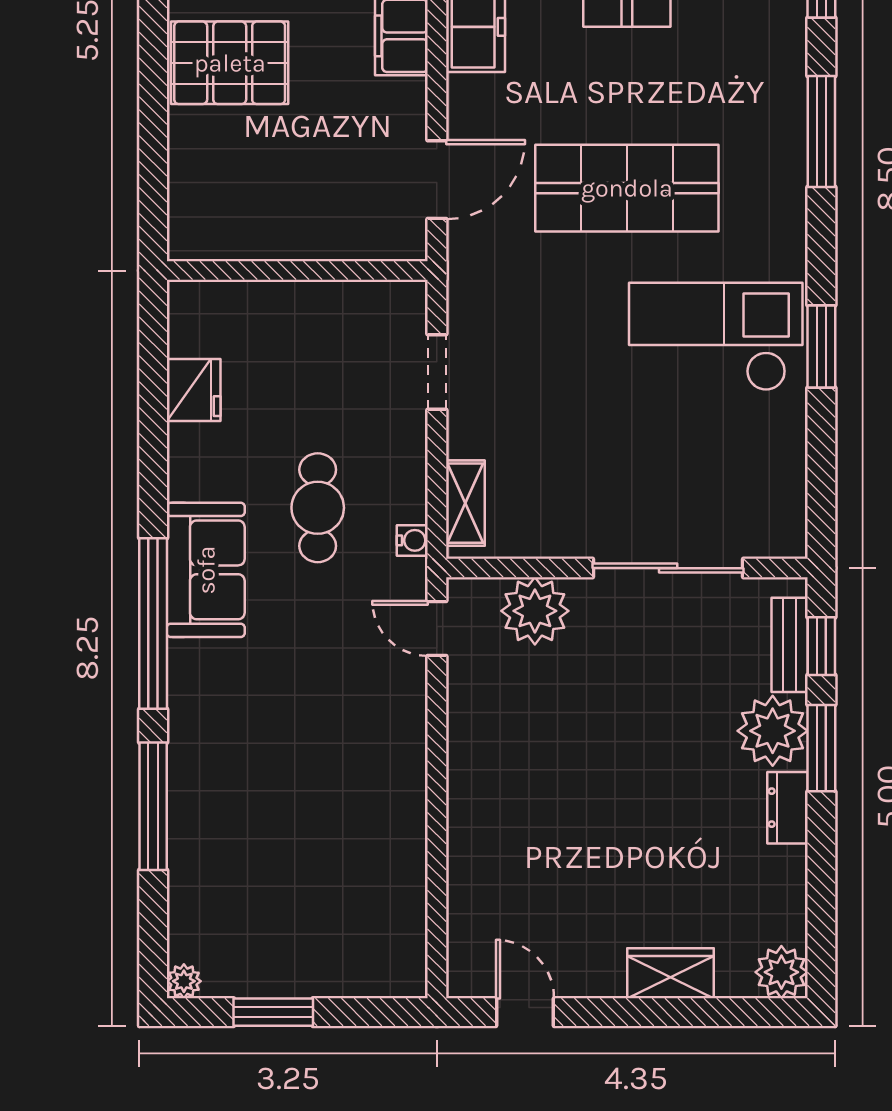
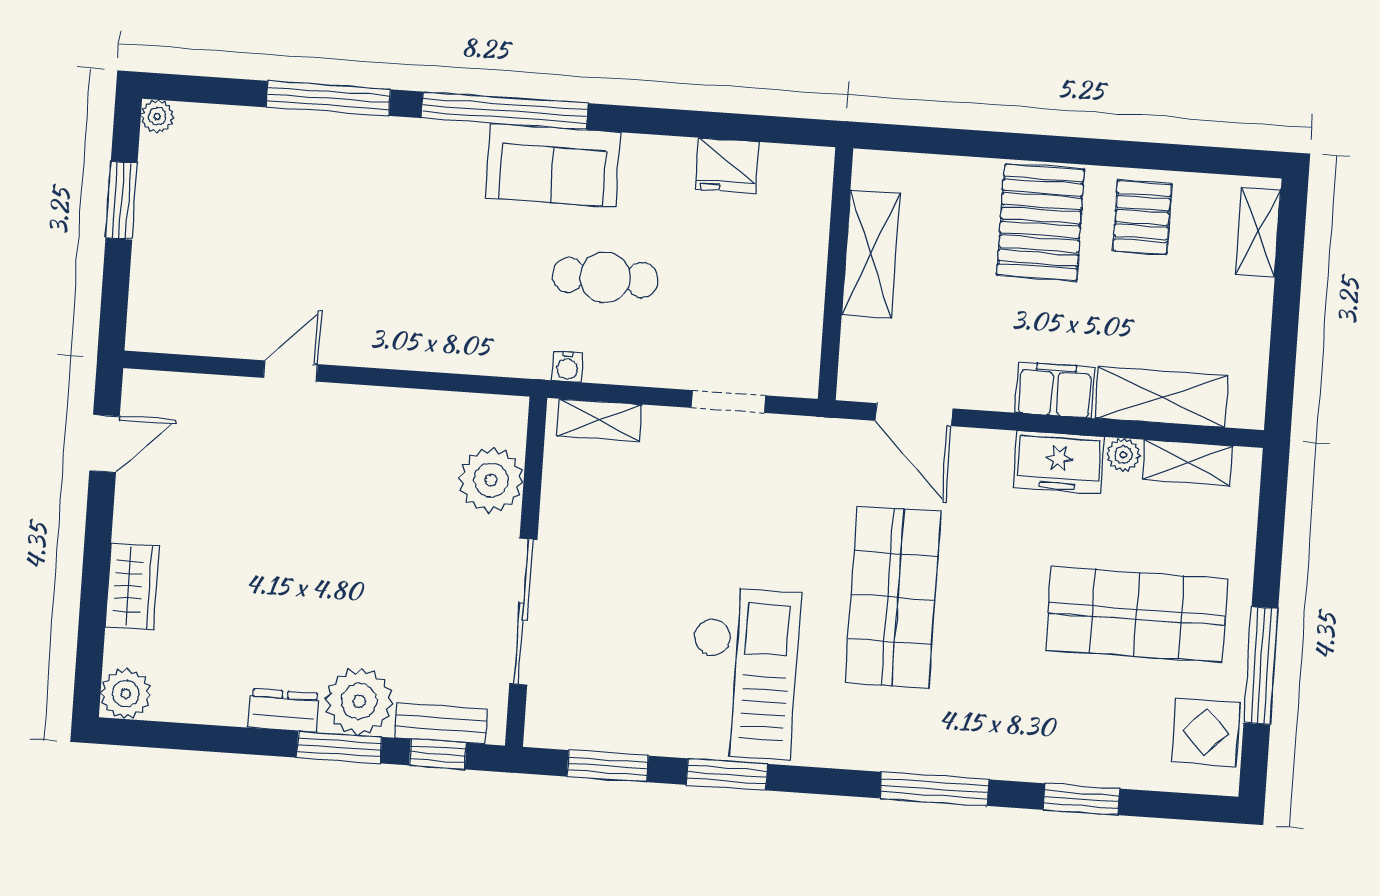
shelving: (274, 236) -> (871, 254), added
window: (821, 470) -> (608, 766), added
door: (437, 628) -> (291, 371), moved

